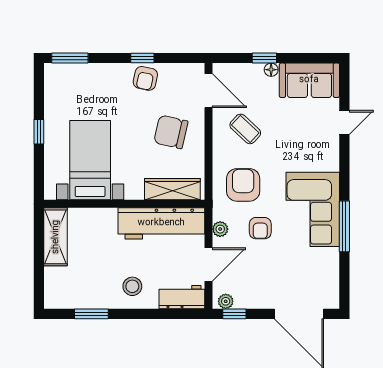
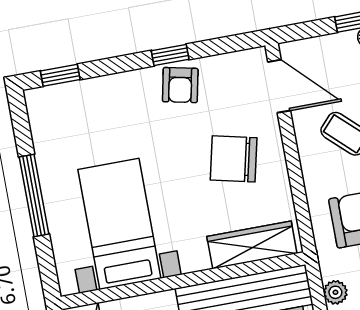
window: (70, 58) -> (60, 75), width x0.67
window: (39, 132) -> (34, 195), width x2.17

